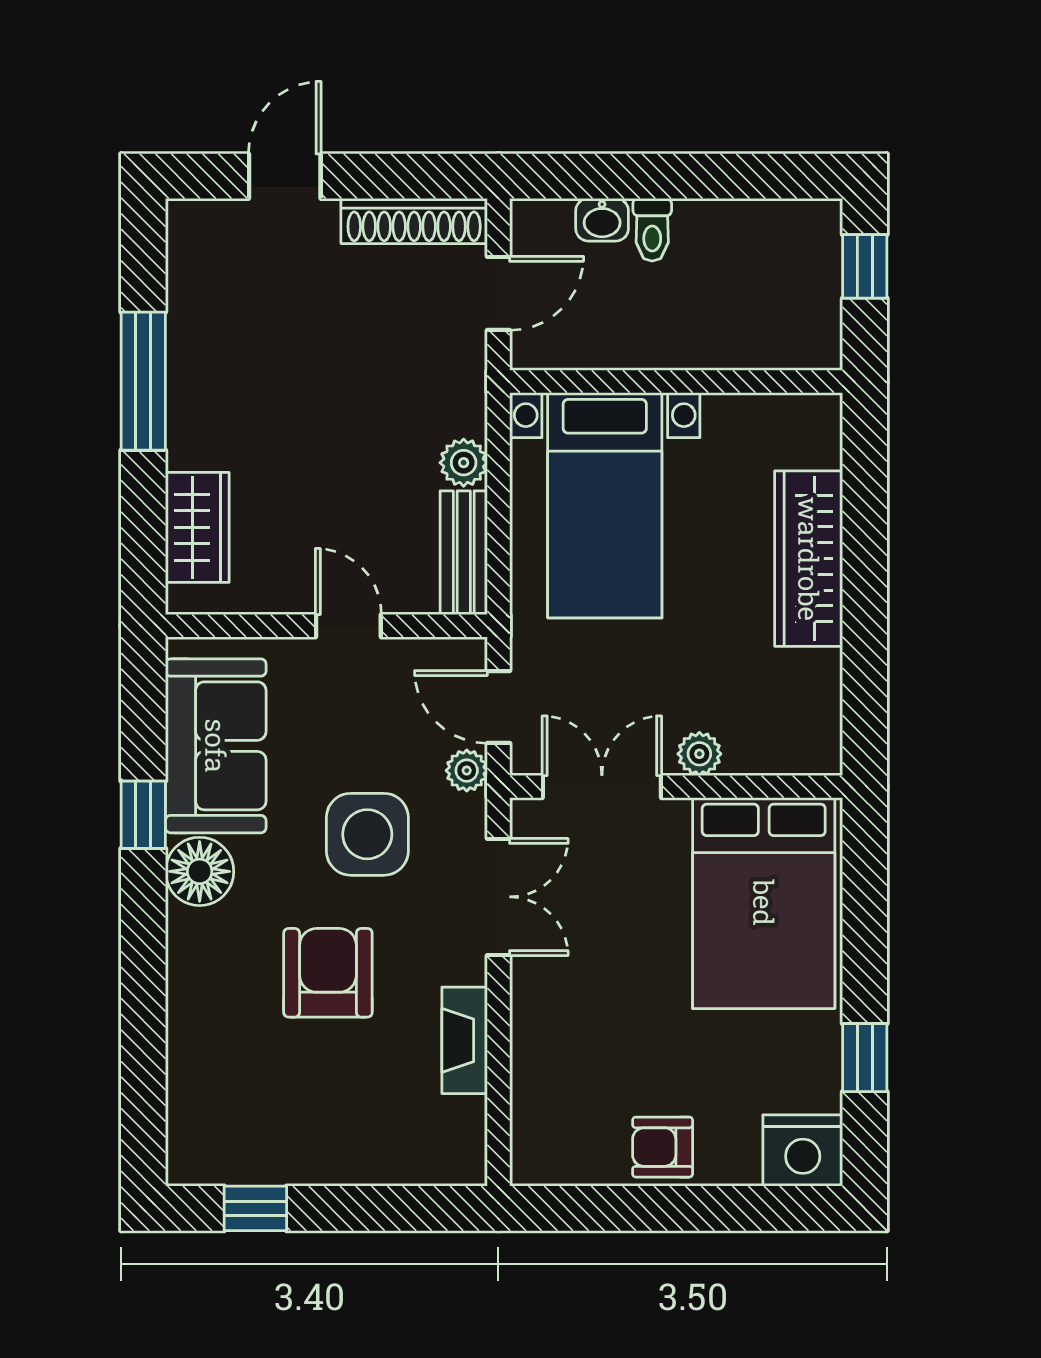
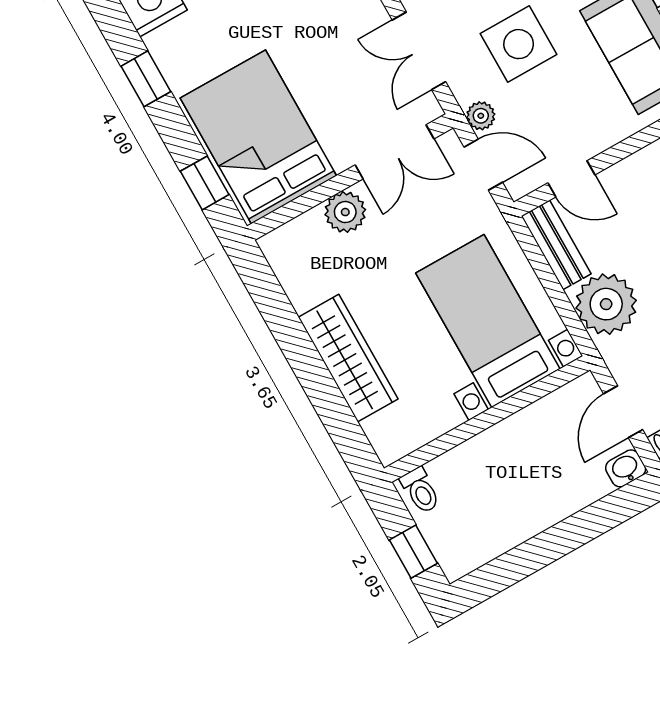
washbasin: (602, 220) -> (626, 468), moved
toilet: (652, 230) -> (420, 490), moved, turned 180
plant: (464, 463) -> (606, 304), width x1.87, depth x1.87
door: (348, 626) -> (571, 179), moved
plant: (699, 754) -> (345, 212), width x1.38, depth x1.38
window: (865, 883) -> (205, 183), added

